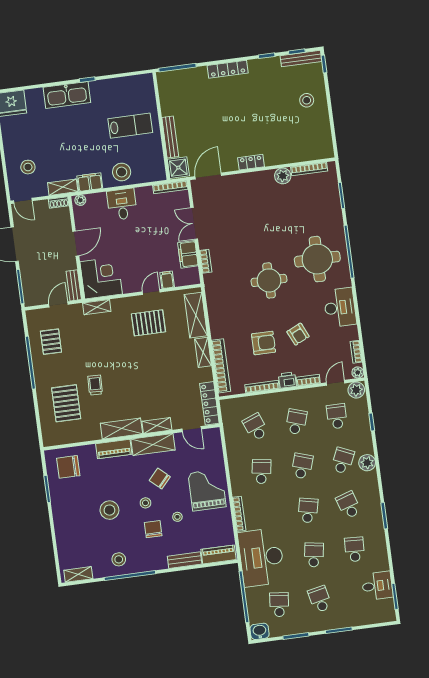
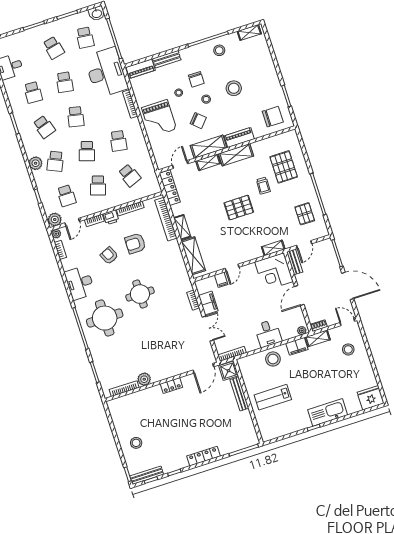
pallet: (148, 323) -> (239, 208), moved
door: (192, 429) -> (180, 165), hinge flipped

